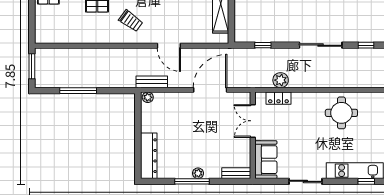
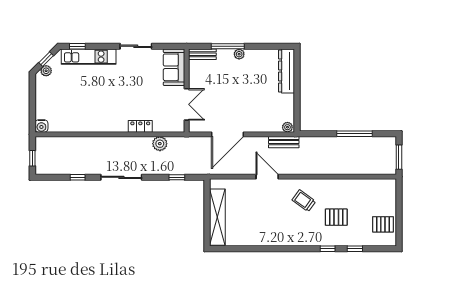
locker: (278, 98) -> (140, 126), moved
round table: (341, 113) -> (101, 112), removed
window: (192, 181) -> (228, 46), moved

